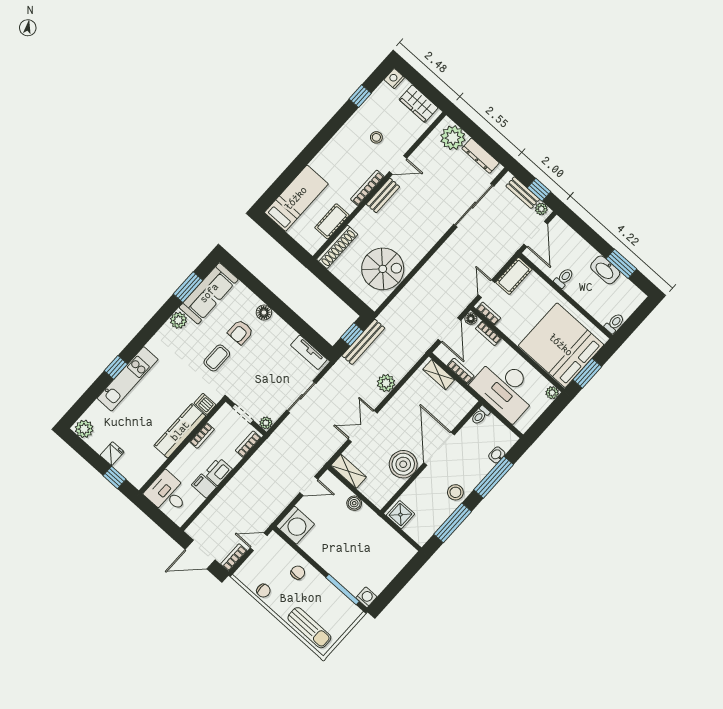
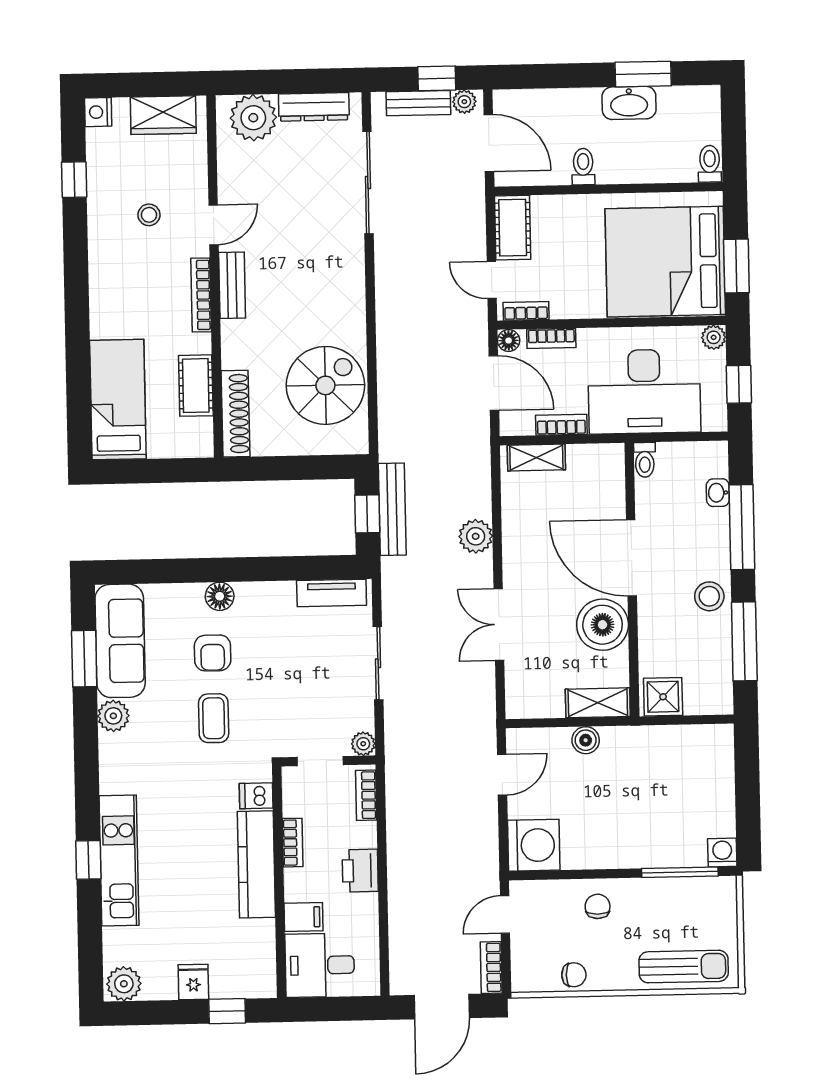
window: (545, 420) -> (739, 384), added
shelving: (349, 471) -> (598, 703), moved
filing cabinet: (204, 486) -> (304, 917), moved, turned 180

